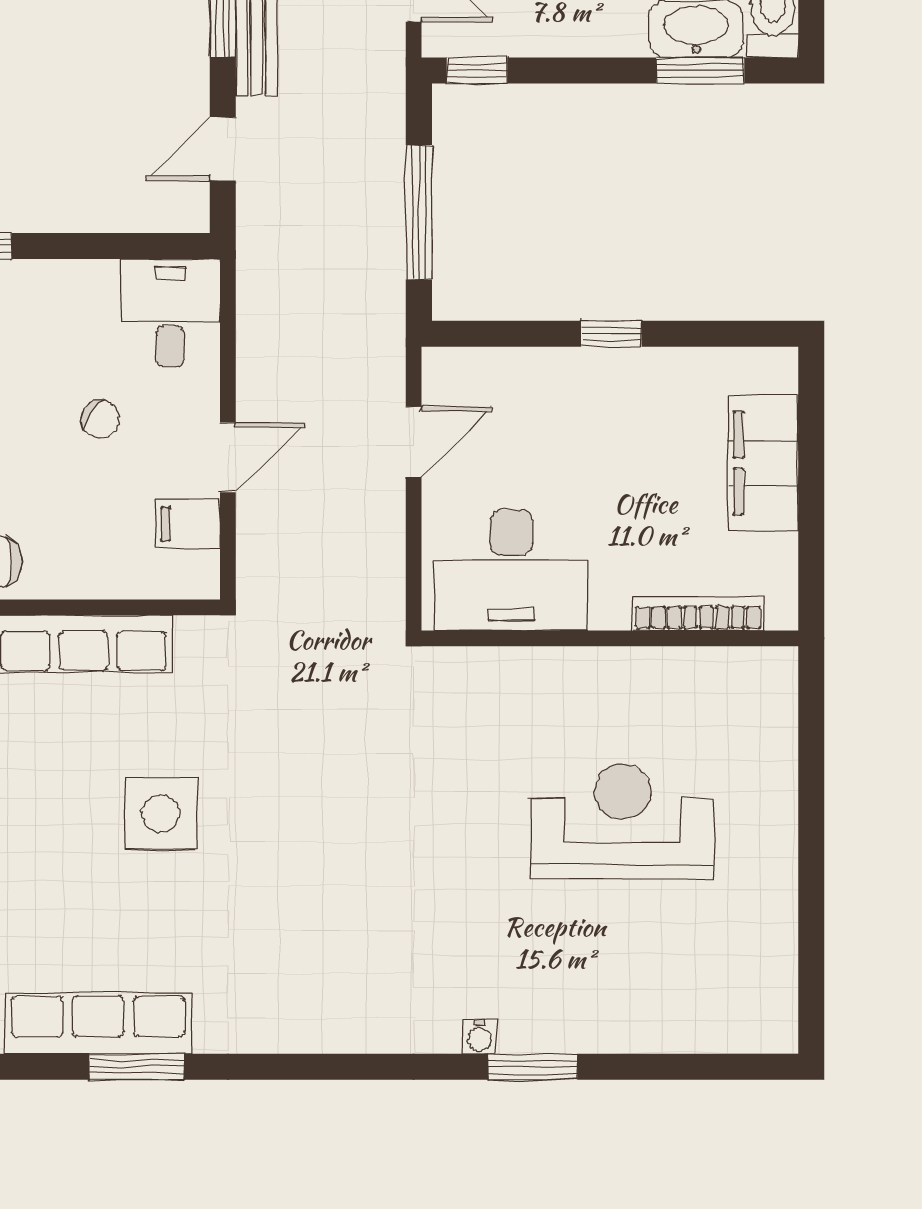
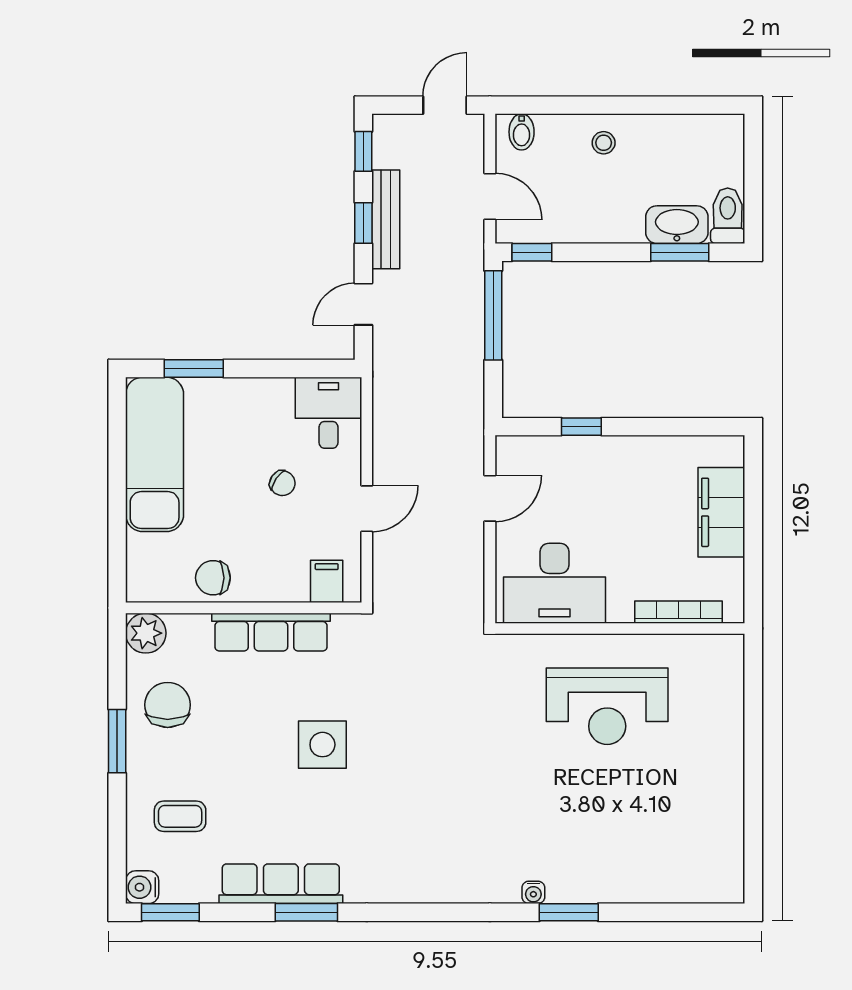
window: (419, 212) -> (493, 315), moved
window: (611, 334) -> (581, 427), moved
filing cabinet: (188, 524) -> (327, 581), moved, turned 90
reception desk: (623, 821) -> (607, 706), moved, turned 180

